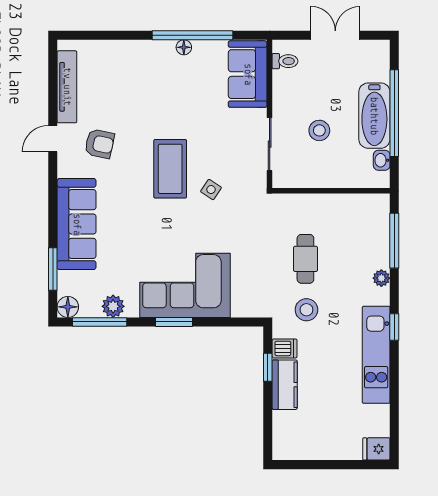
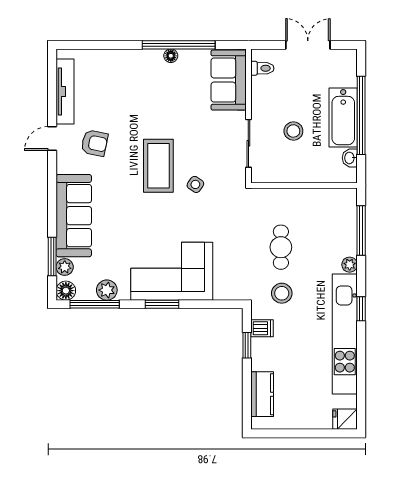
plant: (67, 281) -> (65, 267), added
kitchen unit: (376, 355) -> (345, 334), width x1.36
kitchen counter: (285, 385) -> (262, 394), moved

